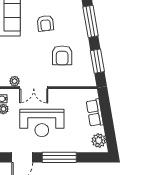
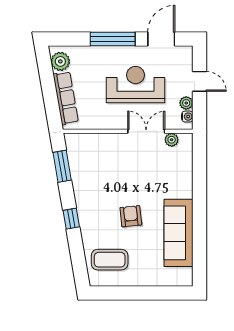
window: (91, 21) -> (71, 219), width x0.46
armchair: (62, 55) -> (109, 174), removed
row of seats: (95, 113) -> (66, 98), width x1.48

